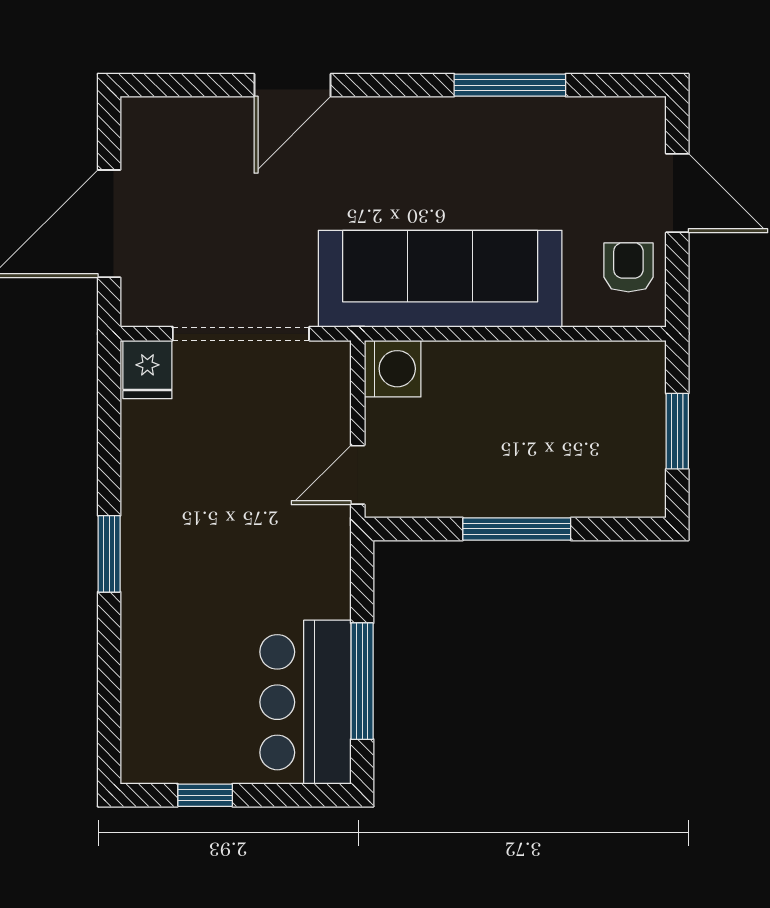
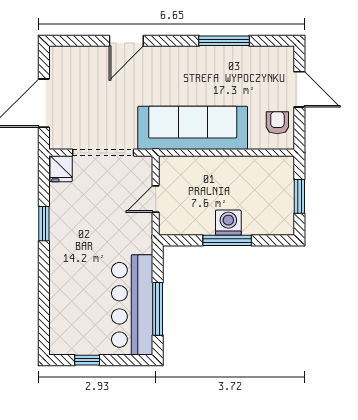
washing machine: (393, 369) -> (228, 223), moved, turned -90
door: (358, 475) -> (156, 199), moved
window: (109, 554) -> (44, 224), moved
bar counter: (305, 702) -> (132, 305), width x1.36

